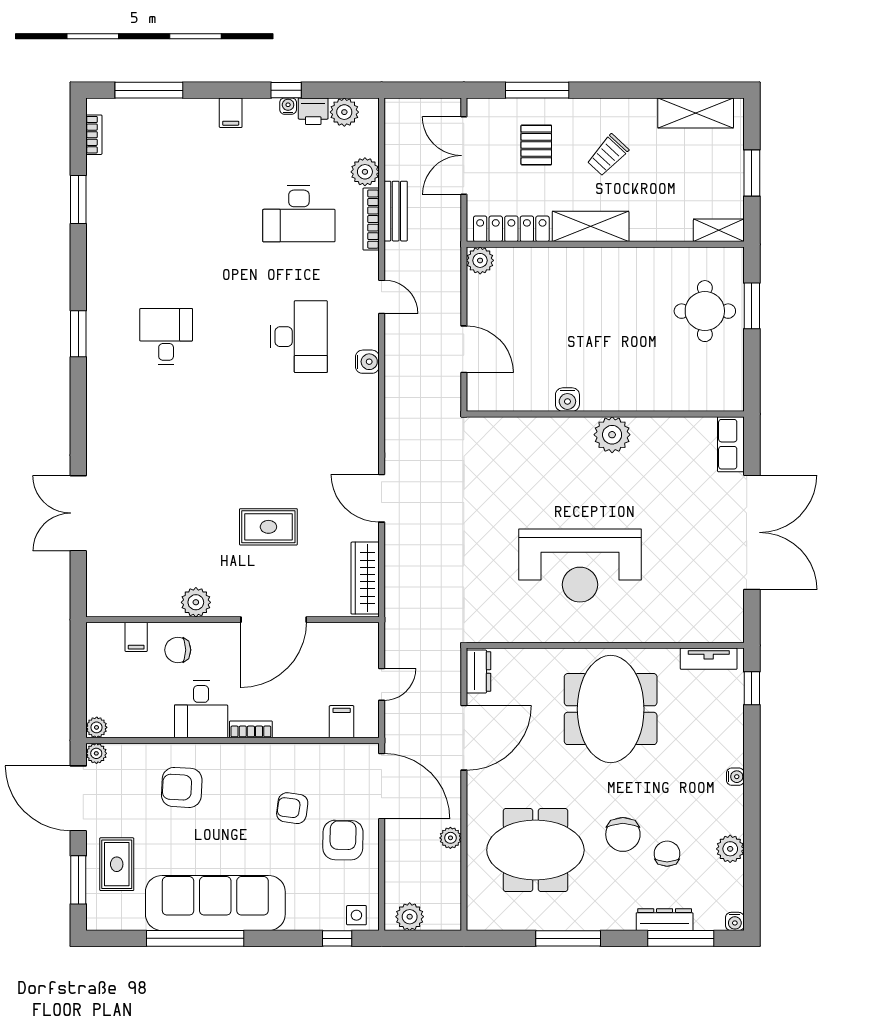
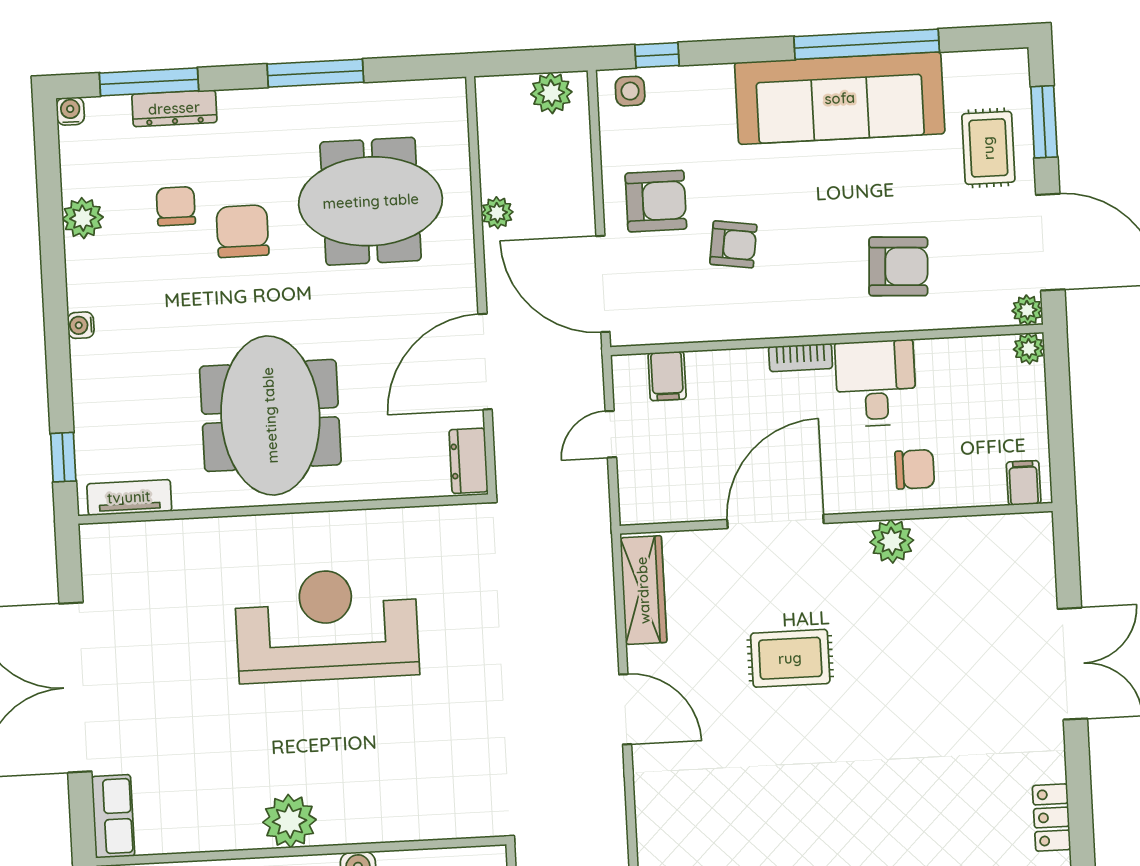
locker: (98, 410) -> (1052, 818), added
filing cabinet: (136, 637) -> (1024, 483), moved
armchair: (343, 840) -> (656, 201), turned -91
chair: (667, 854) -> (176, 206), turned 180

